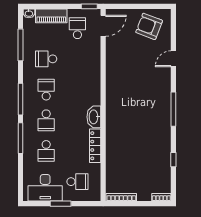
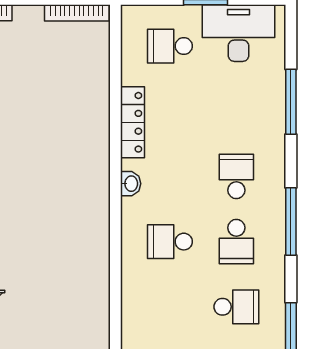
washbasin: (94, 117) -> (131, 184), width x0.52, depth x0.69
window: (21, 138) -> (291, 102), moved
school desk: (46, 151) -> (170, 242), moved, turned -90

